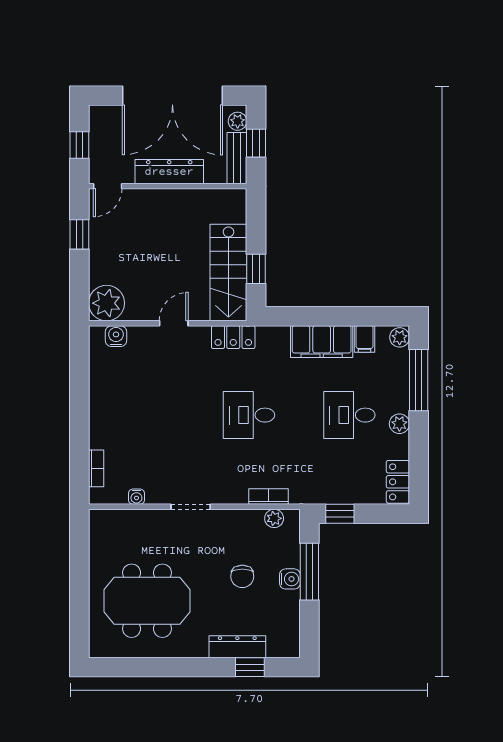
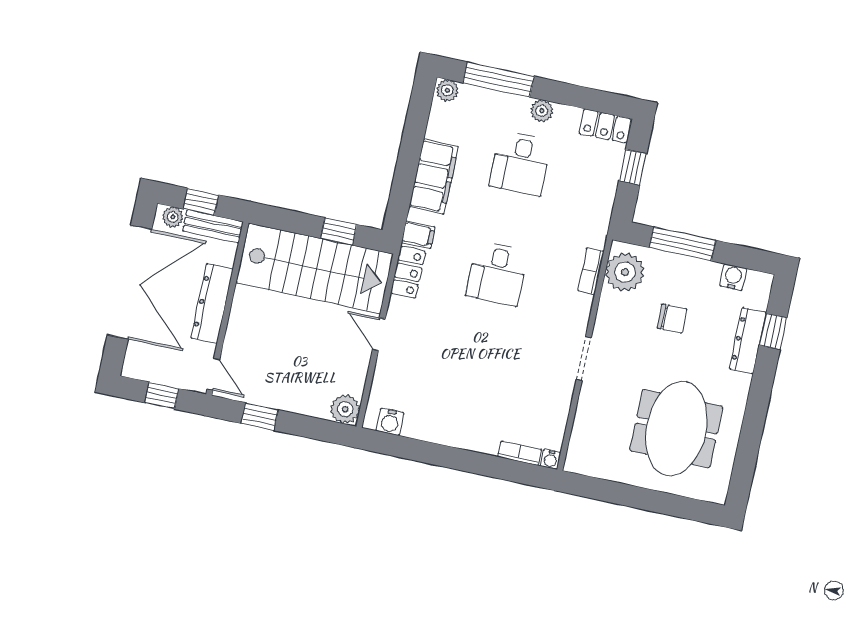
stairs: (228, 273) -> (315, 268), width x1.36, depth x1.51
plant: (107, 303) -> (345, 409), width x0.73, depth x0.73
water cooler: (116, 336) -> (390, 422), moved, turned -90
filing cabinet: (364, 339) -> (418, 235), moved
water cooler: (136, 497) -> (551, 459), moved, turned 90
window: (340, 514) -> (633, 167), moved
plant: (274, 518) -> (625, 272), width x1.88, depth x1.88
water cooler: (290, 579) -> (733, 277), moved

